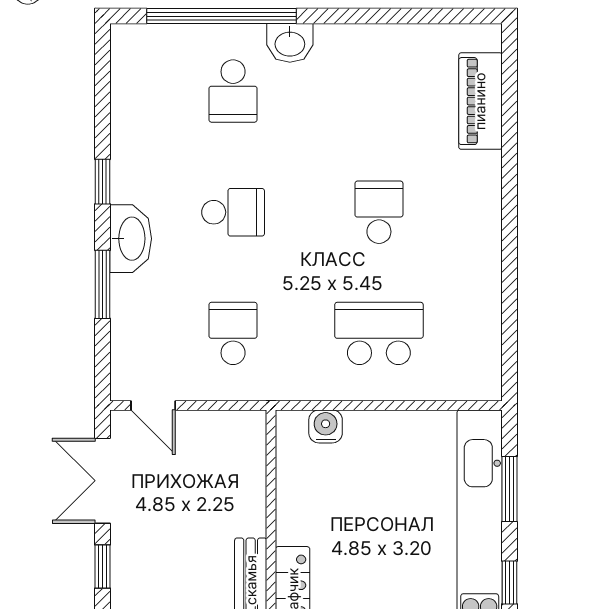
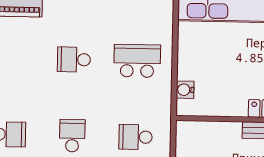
school desk: (379, 333) -> (137, 61), turned 90

